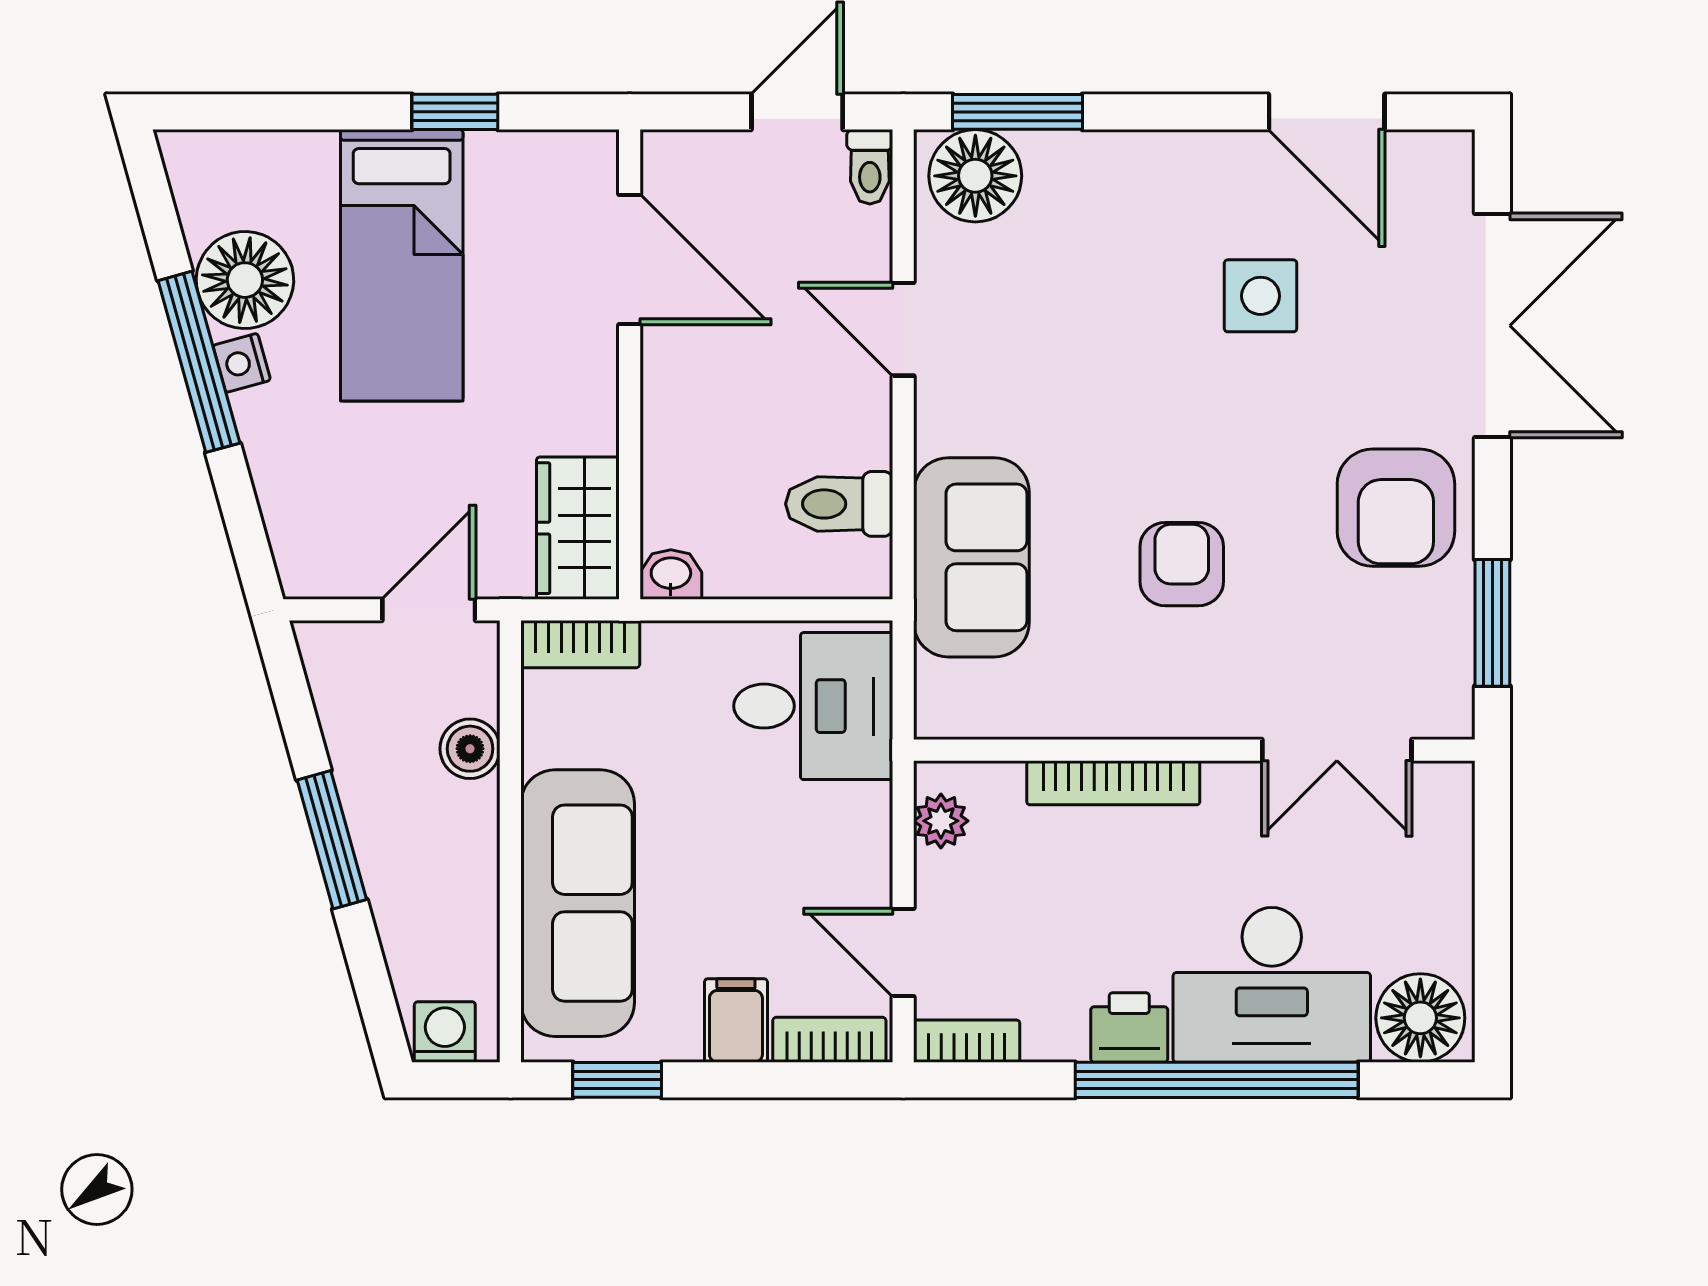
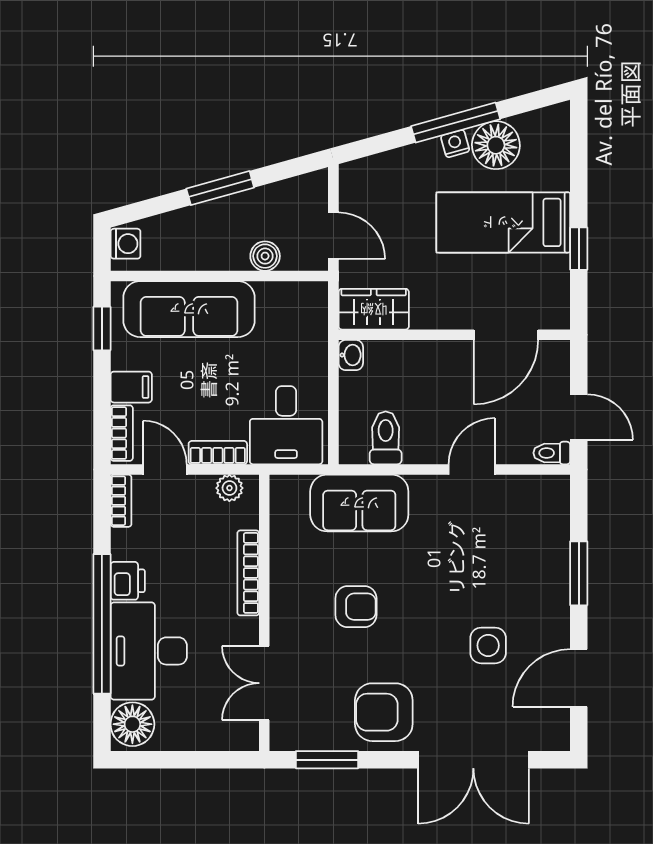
window: (1018, 112) -> (579, 573), moved
floor lamp: (975, 176) -> (547, 505), removed
bookcase: (580, 644) -> (218, 453), moved, turned 90
door: (903, 952) -> (165, 469), hinge flipped

